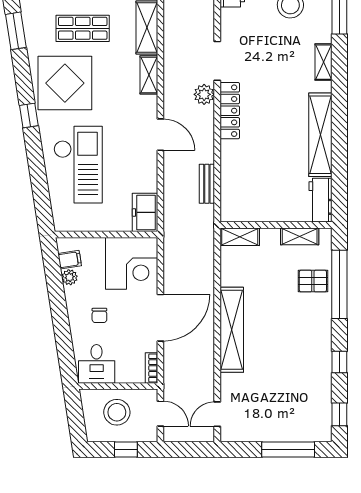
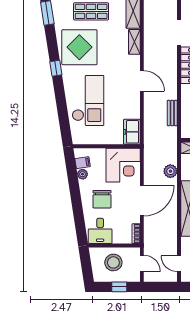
plant: (204, 94) -> (170, 171), moved
chair: (99, 315) -> (102, 199), width x1.87, depth x1.87
door: (217, 414) -> (179, 264), hinge flipped

